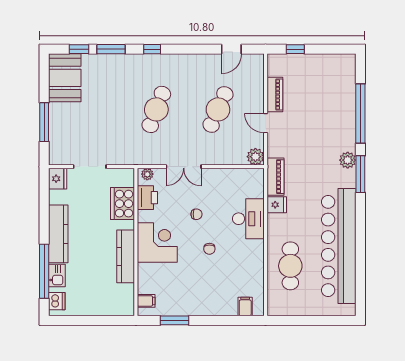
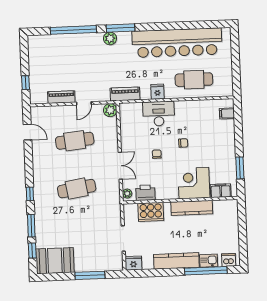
cafe table: (156, 109) -> (77, 189), turned -30
cafe table: (218, 109) -> (75, 141), turned -30
fridge: (277, 205) -> (157, 92), moved
corner desk: (157, 242) -> (194, 183), moved
filing cabinet: (146, 301) -> (221, 191), width x2.00

